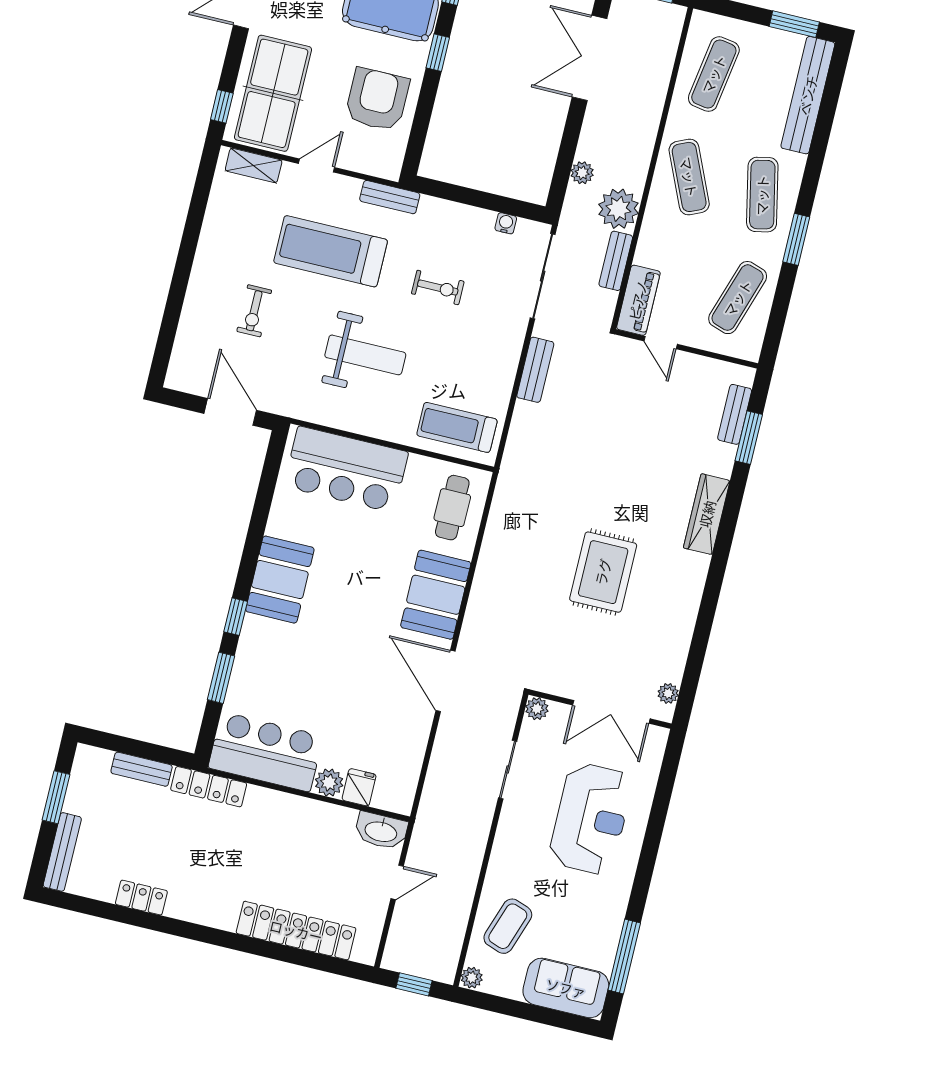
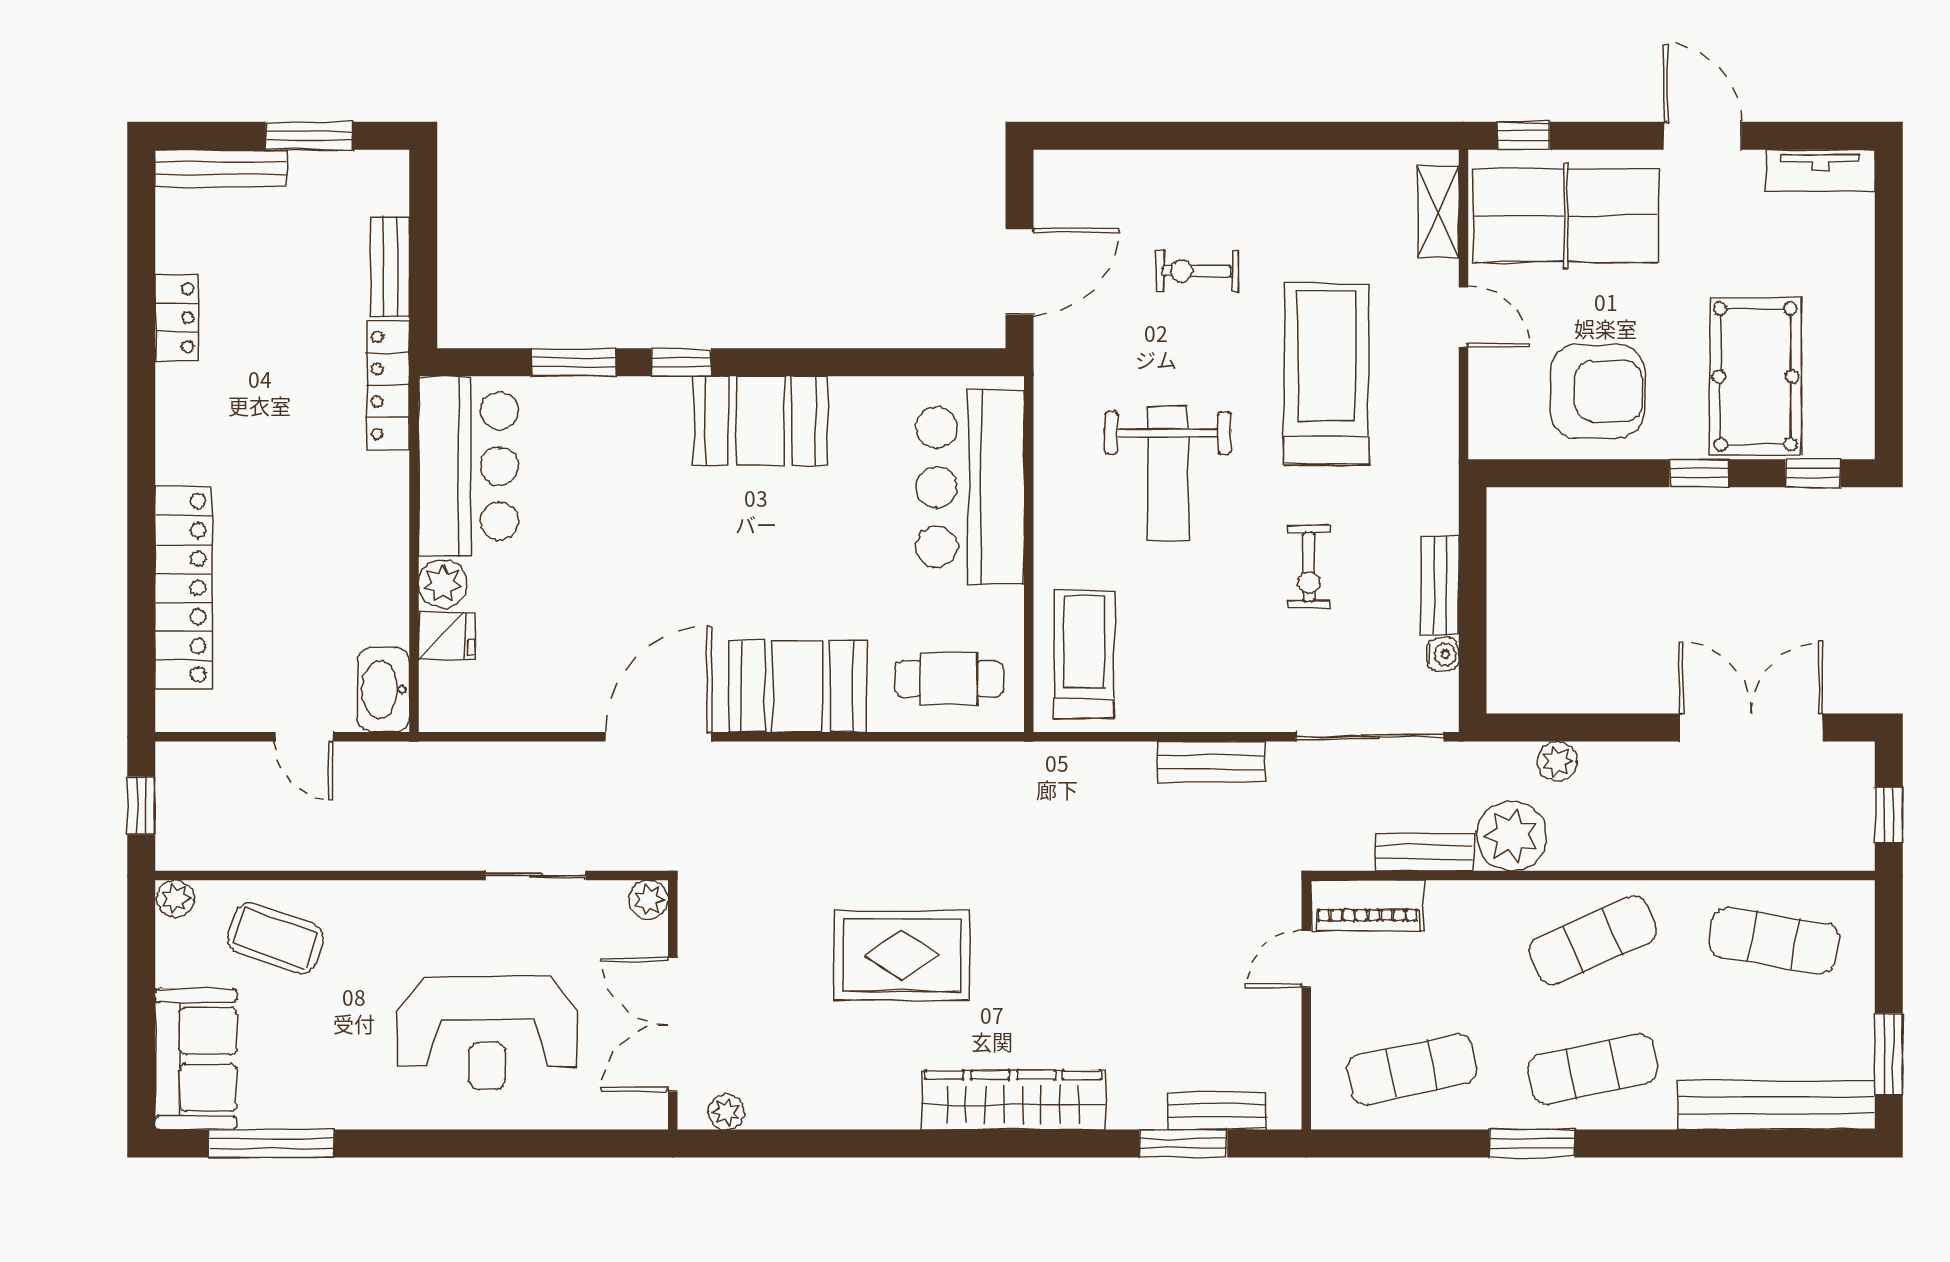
bench: (390, 197) -> (1440, 585), moved
exercise mat: (738, 298) -> (1412, 1069), turned -30
wardrobe: (707, 514) -> (1013, 1100), width x1.40, depth x1.17

